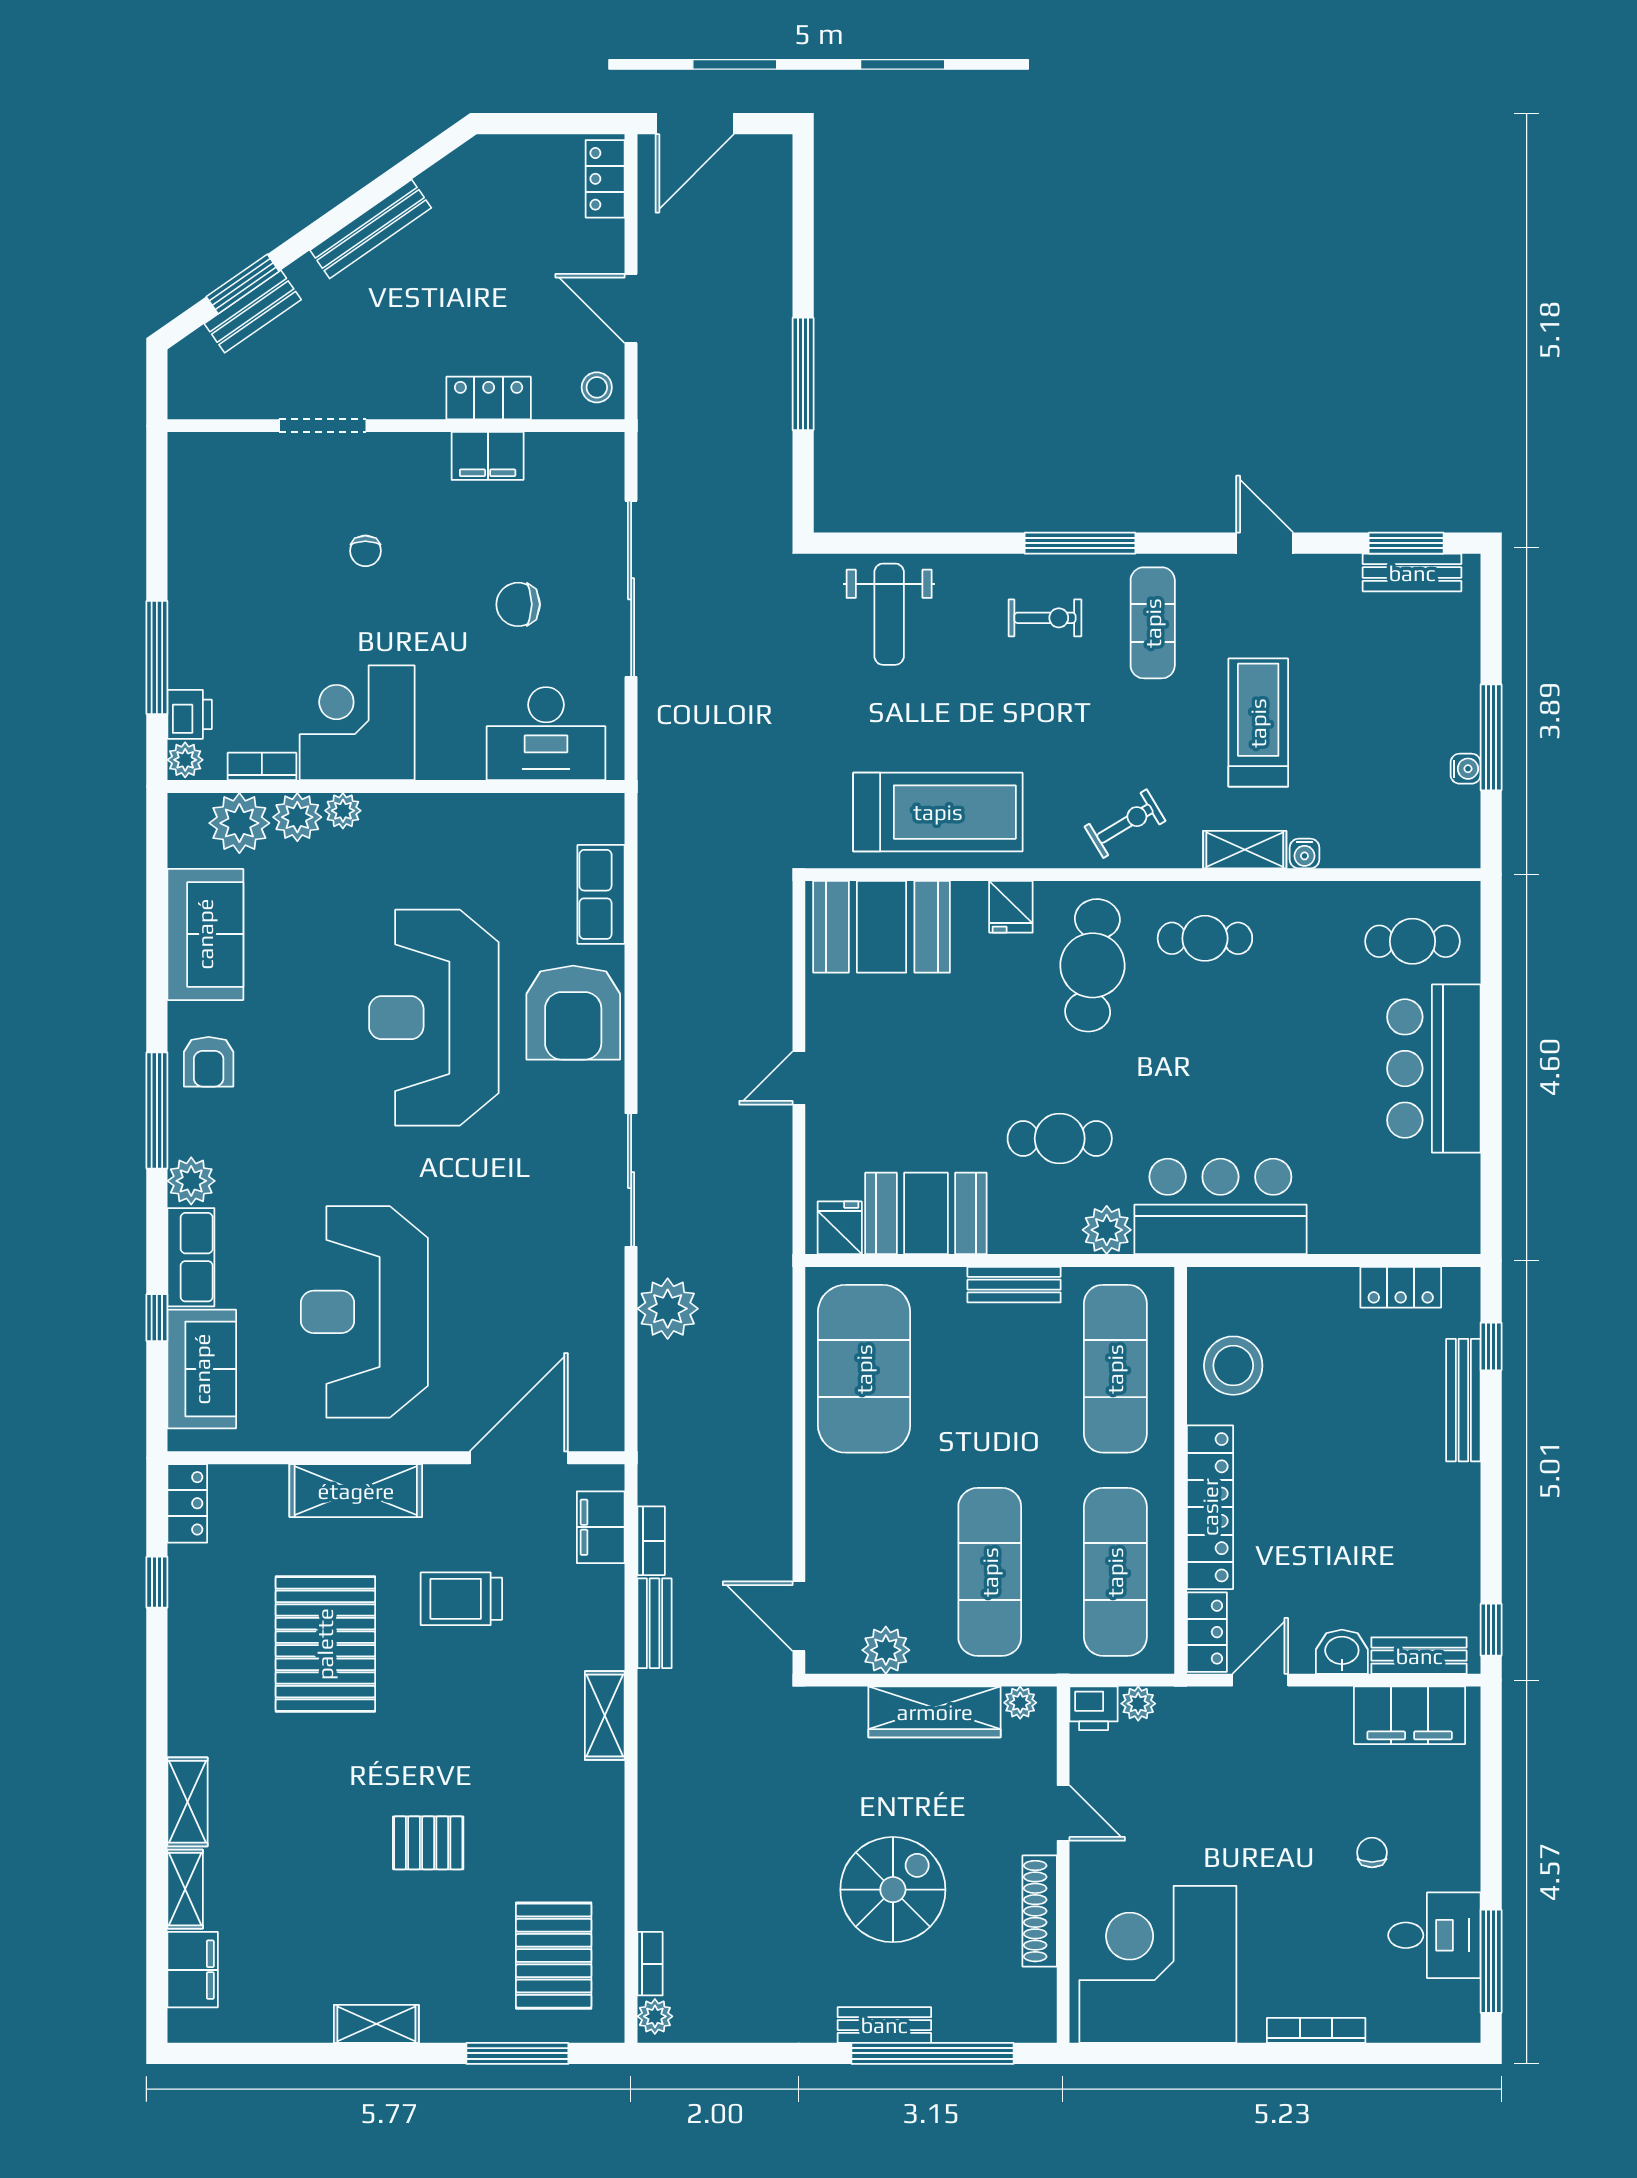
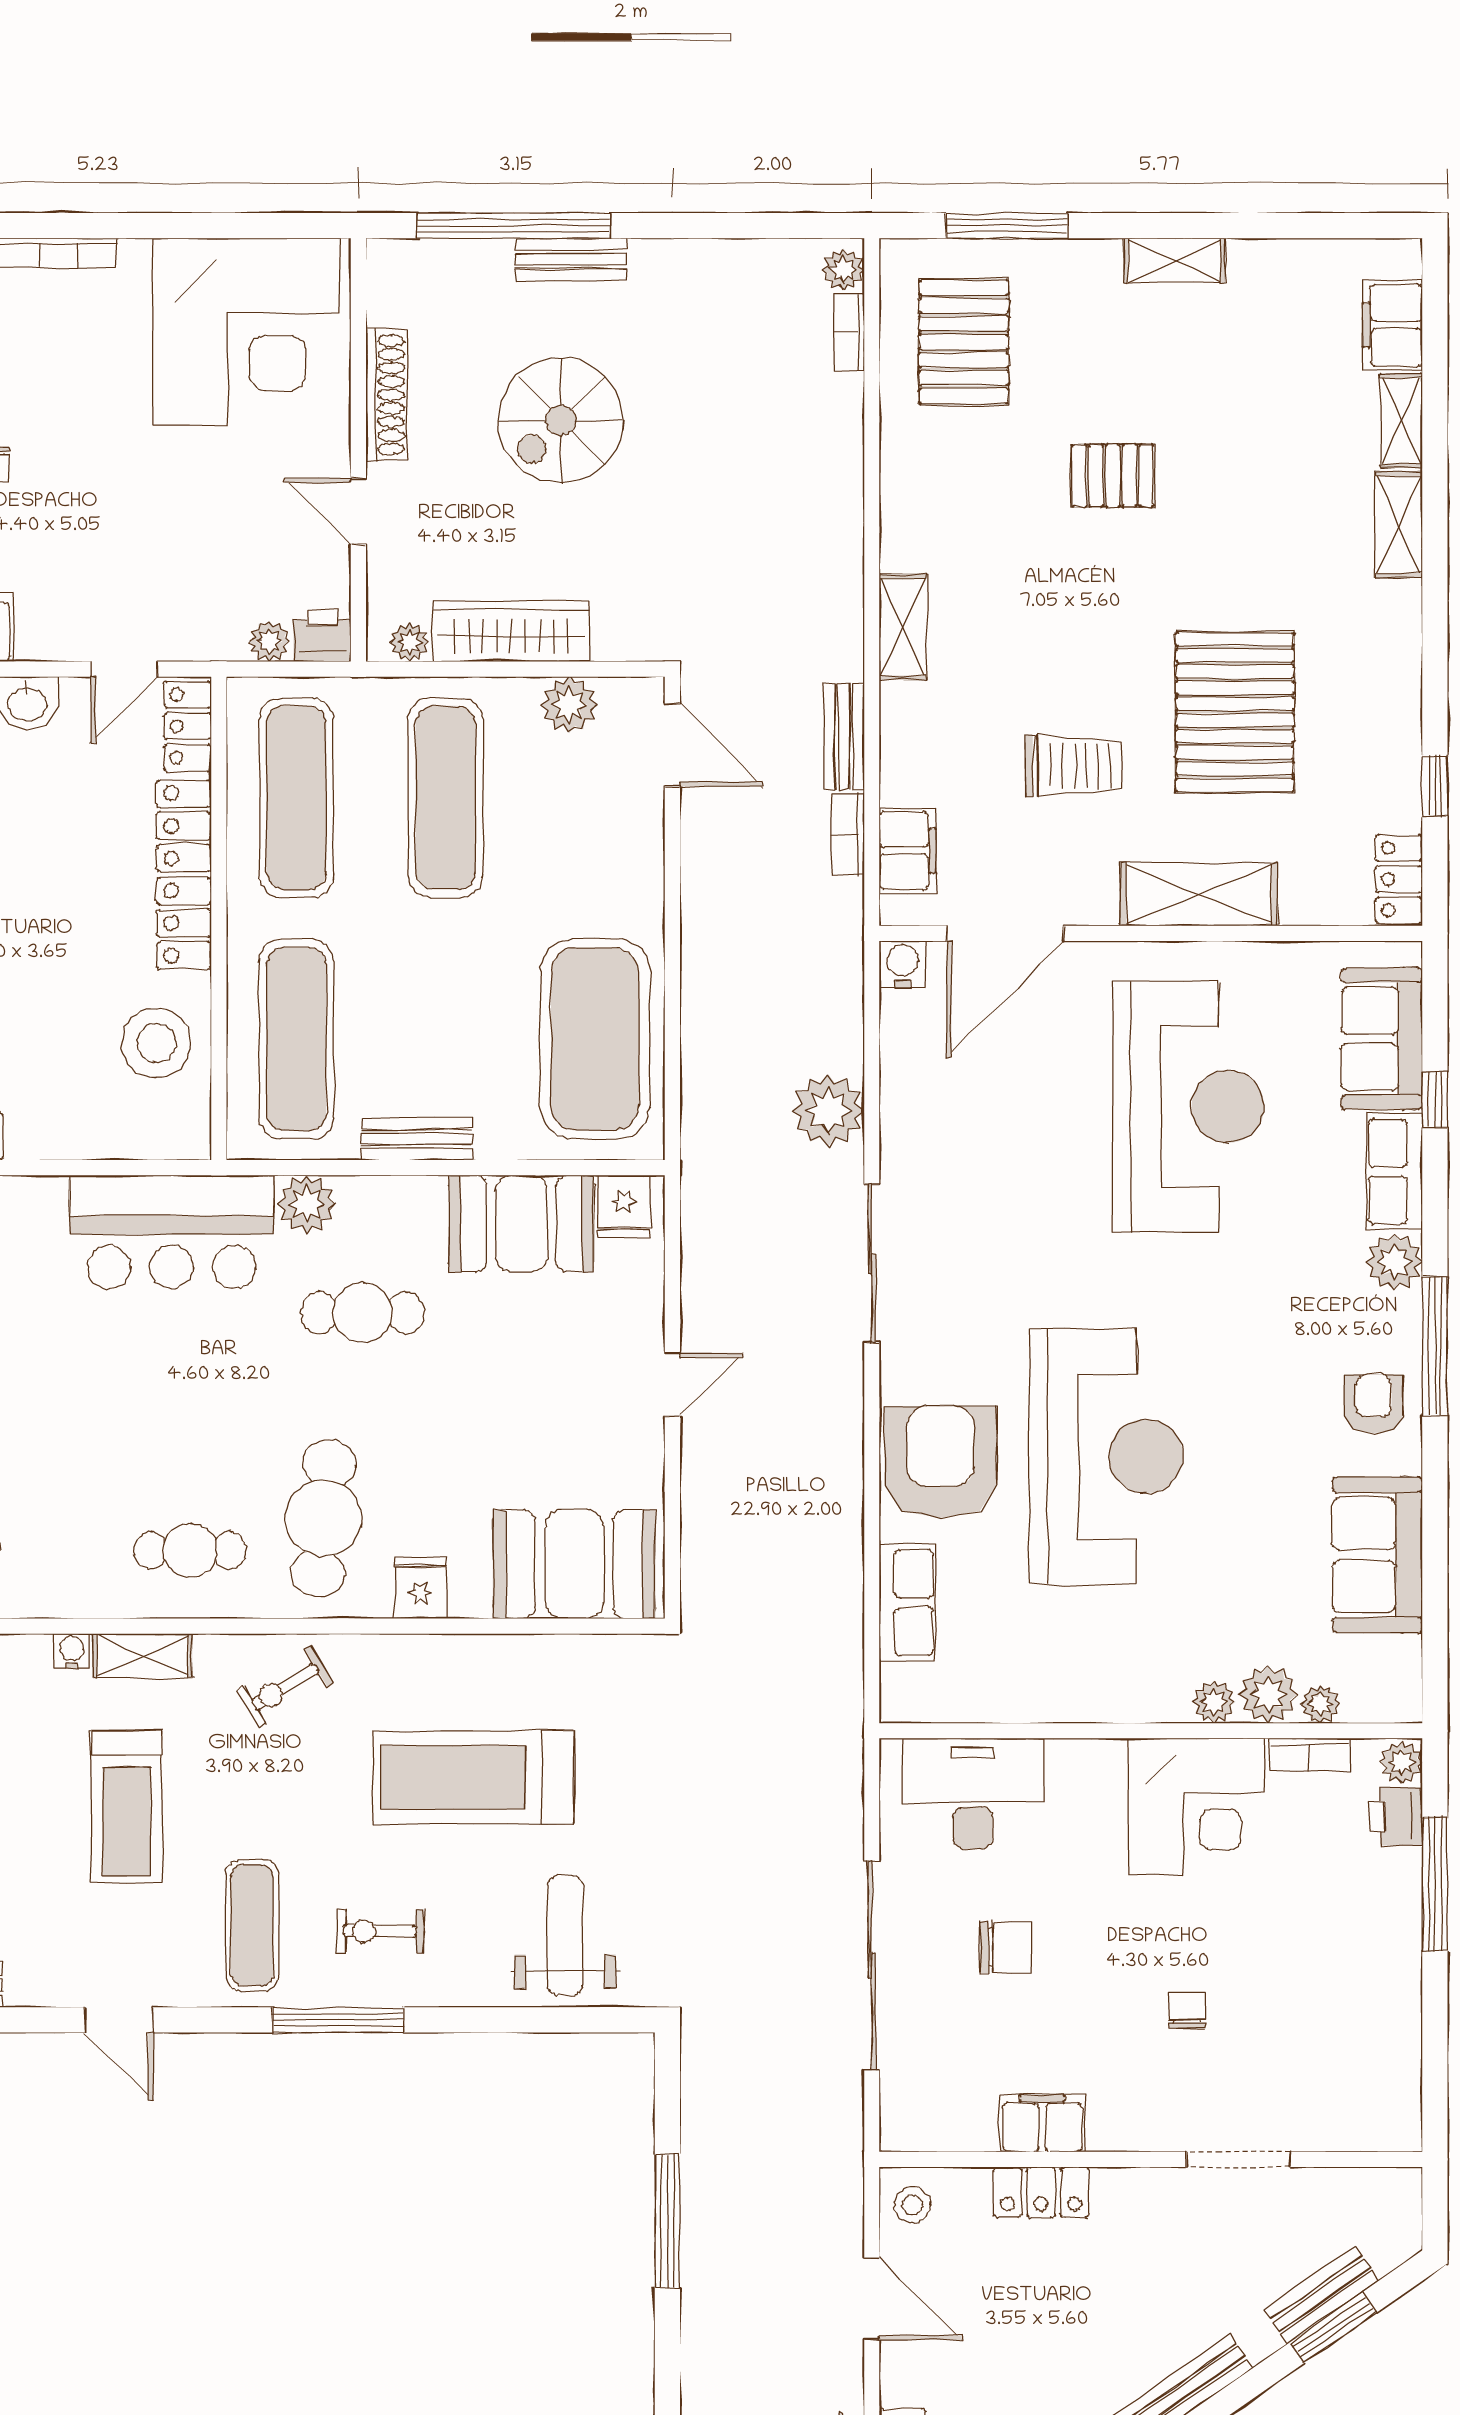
treadmill: (938, 812) -> (473, 1777), moved
plant: (239, 823) -> (1320, 1704), width x0.53, depth x0.53
water cooler: (605, 1432) -> (902, 964), added

